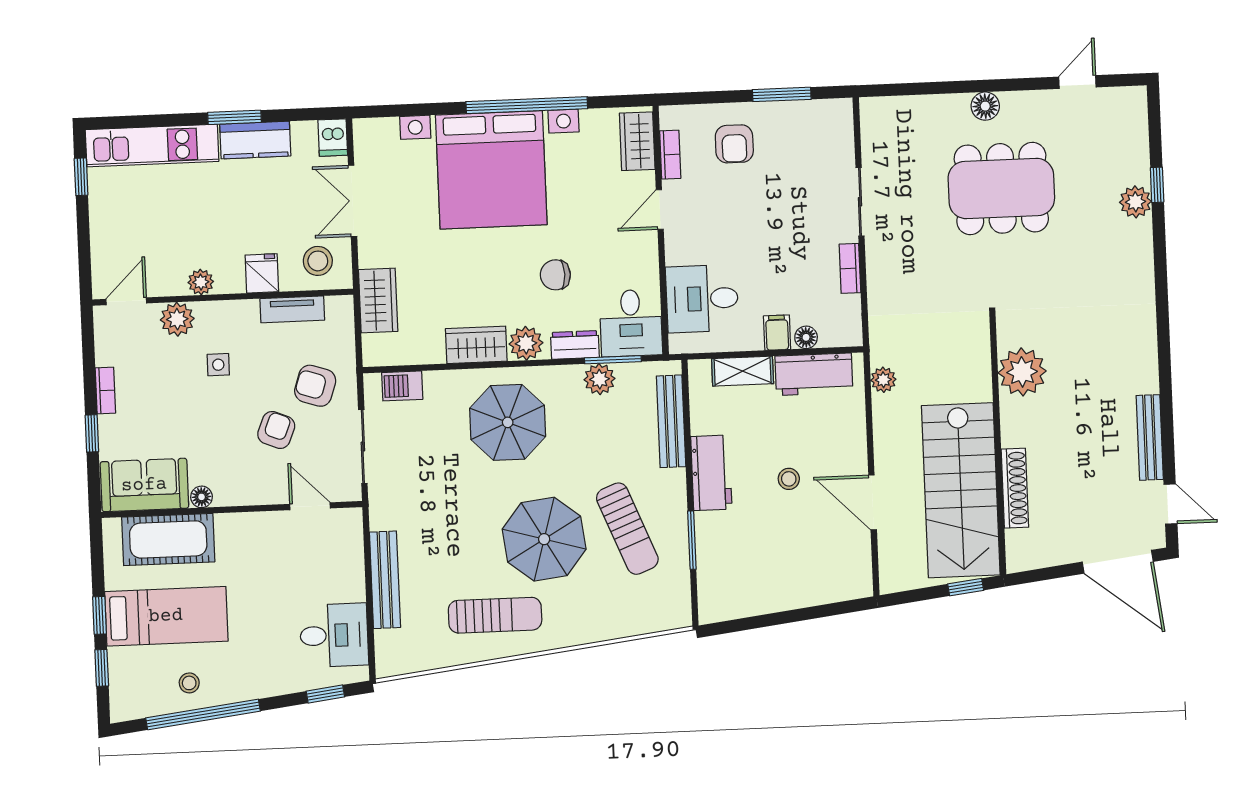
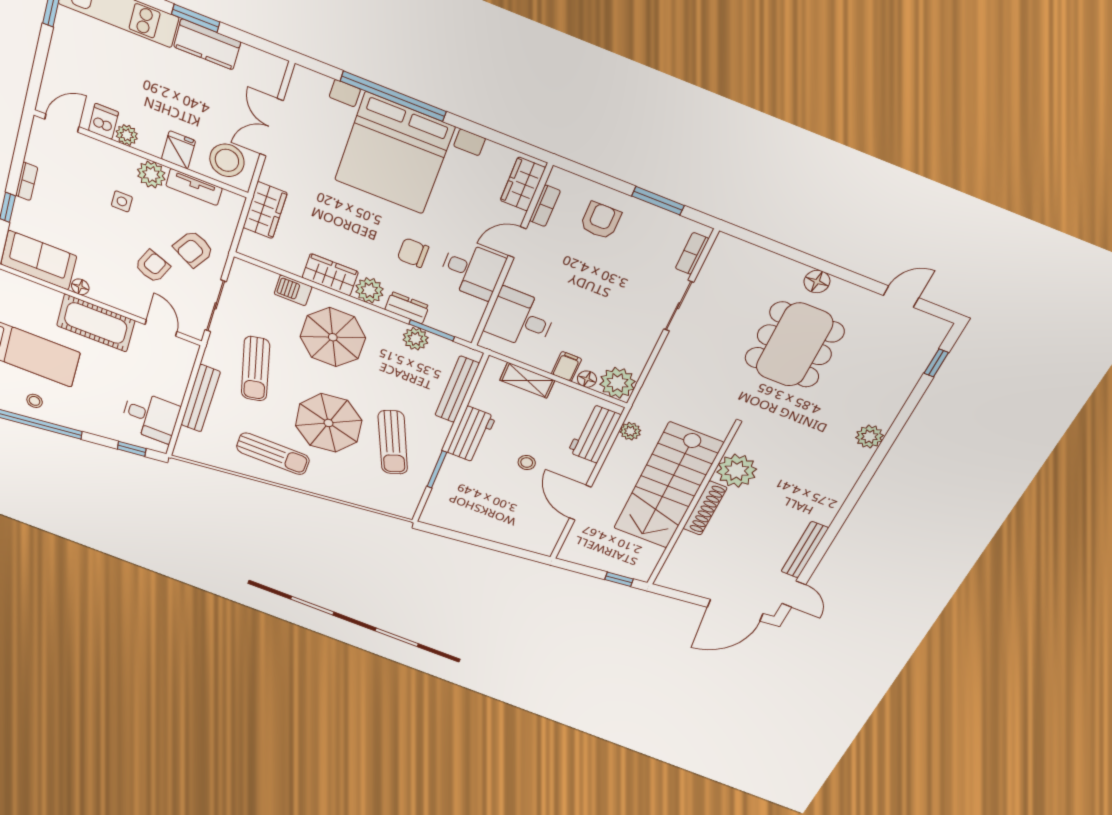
window: (527, 105) -> (393, 96), moved
dishwasher: (333, 138) -> (103, 121), moved, turned 180
armchair: (734, 144) -> (601, 221), turned 180
window: (1157, 185) -> (936, 363), moved
dining table: (1001, 188) -> (794, 345), turned 90
plant: (1135, 202) -> (869, 437), moved
stool: (318, 261) -> (227, 160), width x1.38, depth x1.38
bookcase: (850, 268) -> (692, 253), moved
plant: (177, 319) -> (151, 175), moved
desk: (631, 323) -> (472, 270), moved, turned -90
plant: (841, 326) -> (617, 383), added
workbench: (814, 374) -> (594, 434), moved, turned 90
armchair: (315, 386) -> (193, 249), turned -78
barbecue: (402, 386) -> (293, 290), moved
shoe rack: (1015, 488) -> (705, 508), moved
stairs: (961, 490) -> (668, 486), moved
sun lounger: (435, 507) -> (255, 369), added
cot: (168, 539) -> (96, 323), moved
door: (1118, 562) -> (735, 610), hinge flipped

